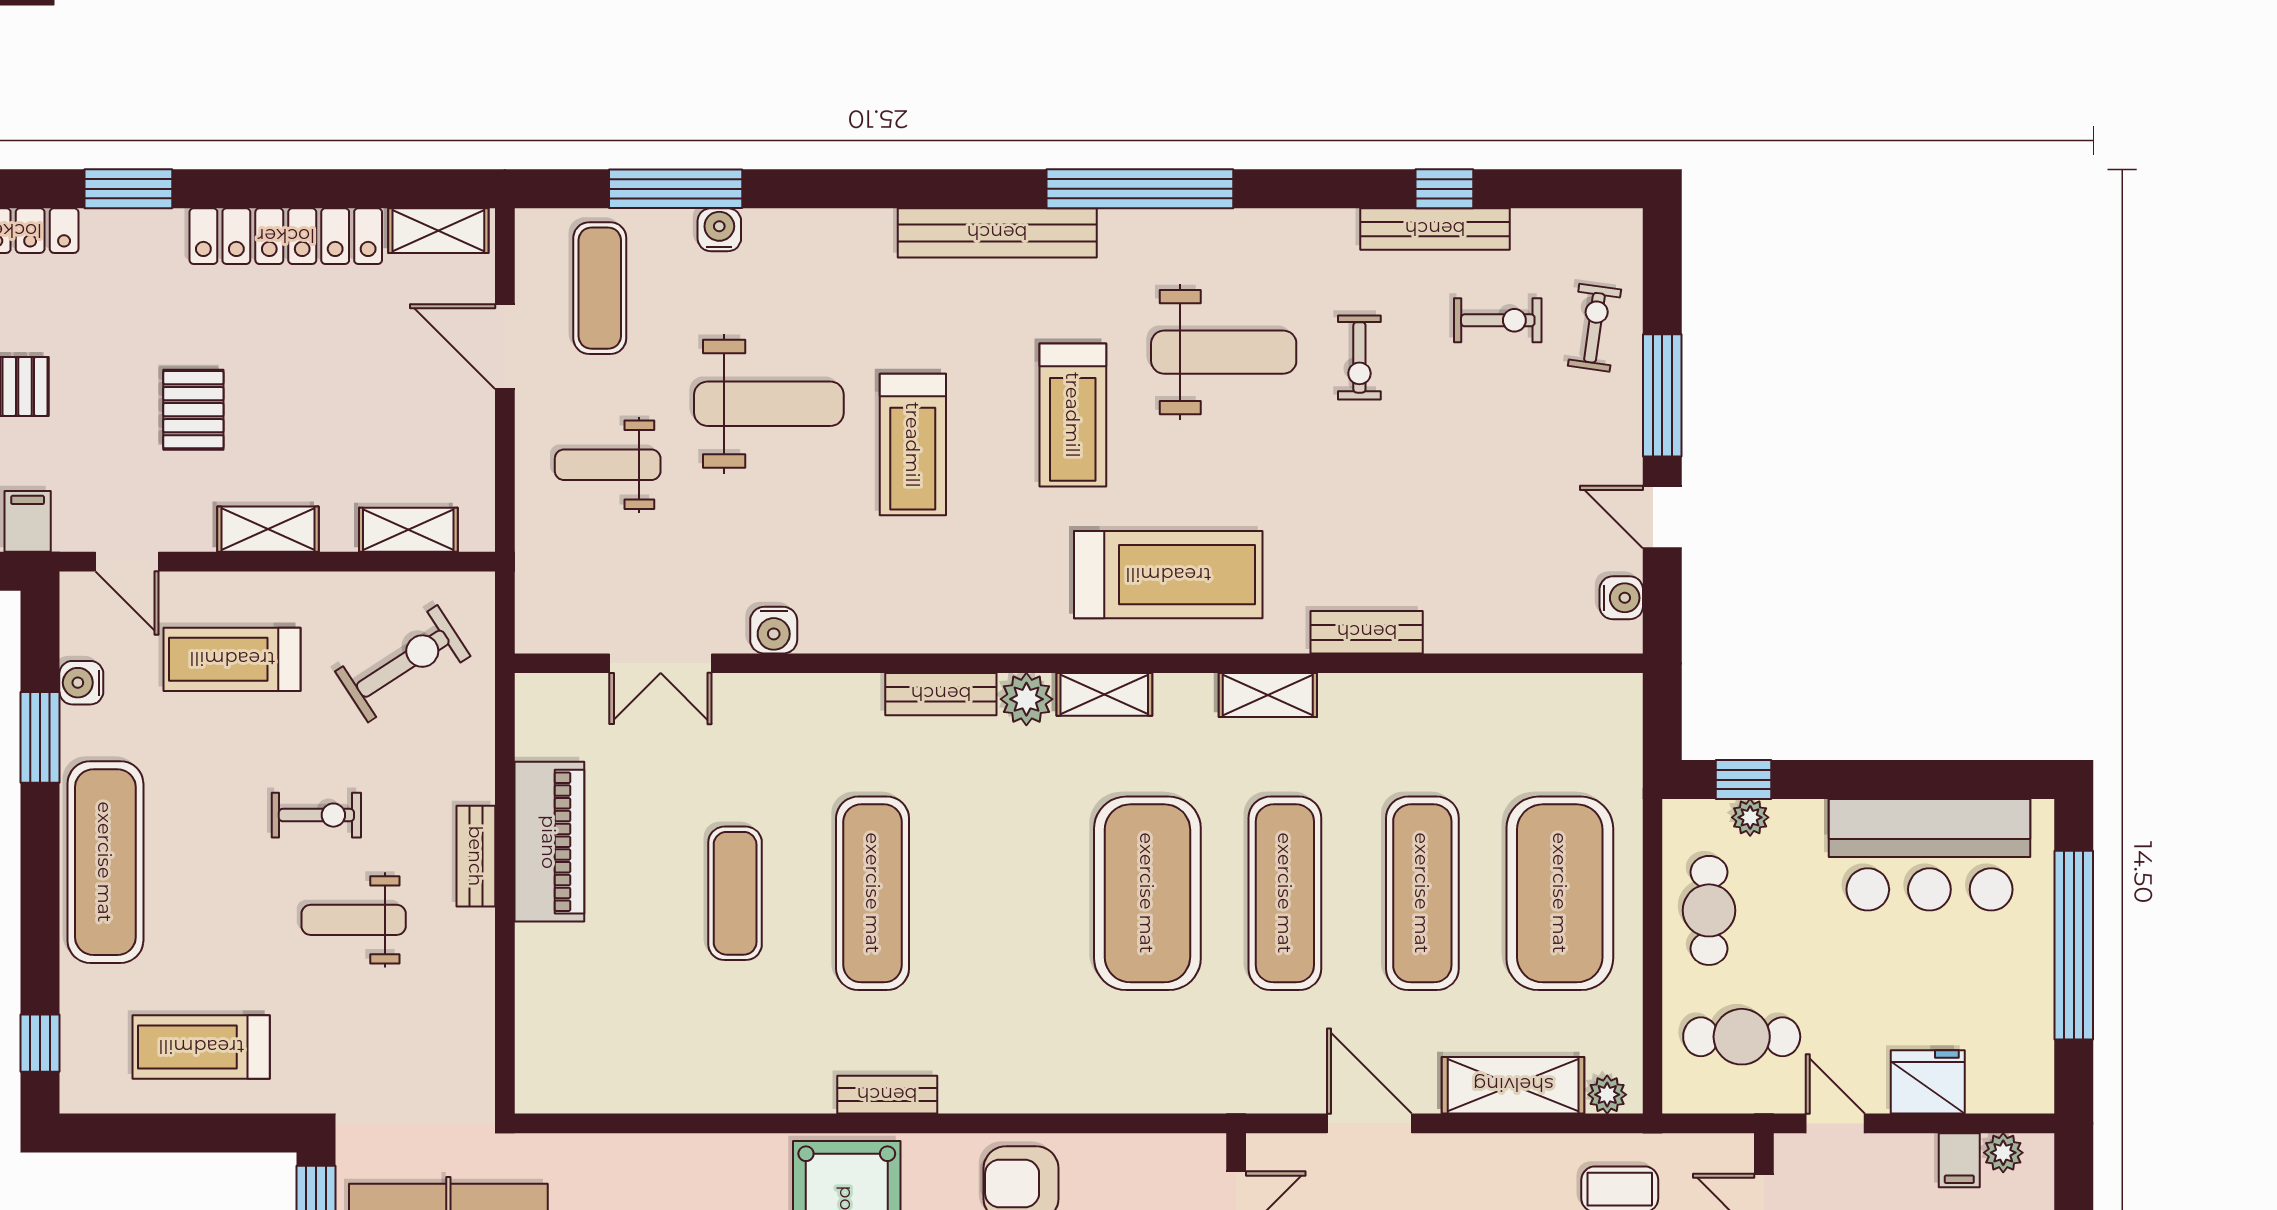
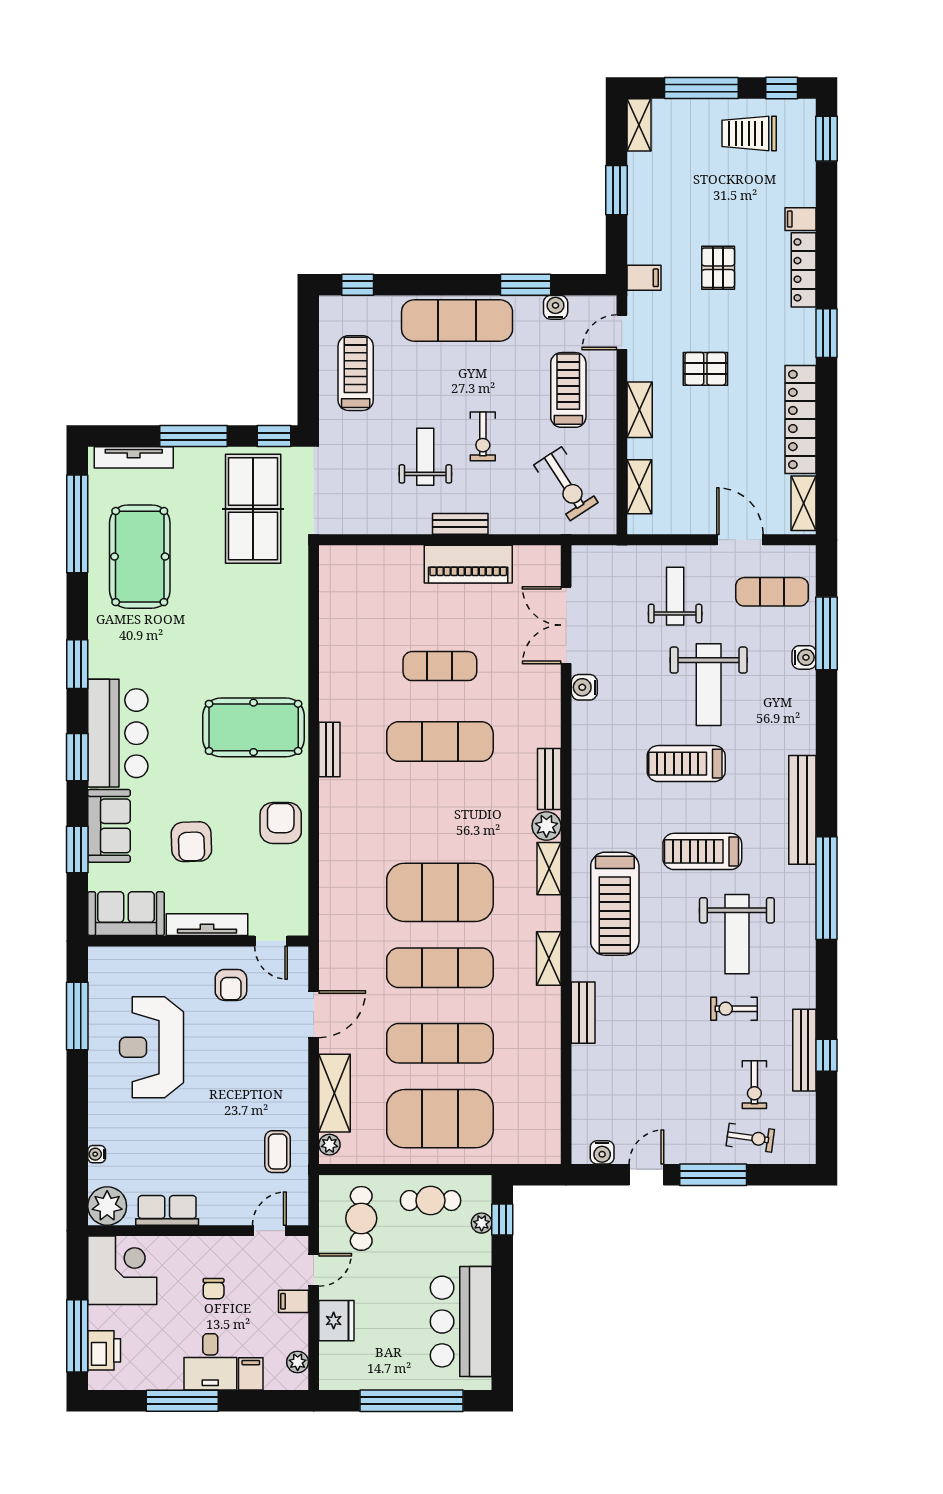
door: (505, 347) -> (740, 540), hinge flipped
double door: (661, 663) -> (566, 625), width x1.37
filing cabinet: (1959, 1160) -> (293, 1301), moved

